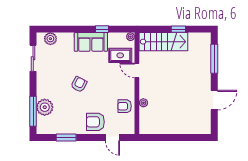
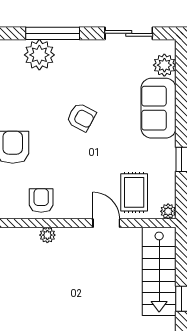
sofa: (91, 42) -> (158, 108), moved
door: (137, 71) -> (106, 223), hinge flipped
window: (33, 111) -> (53, 33), moved

